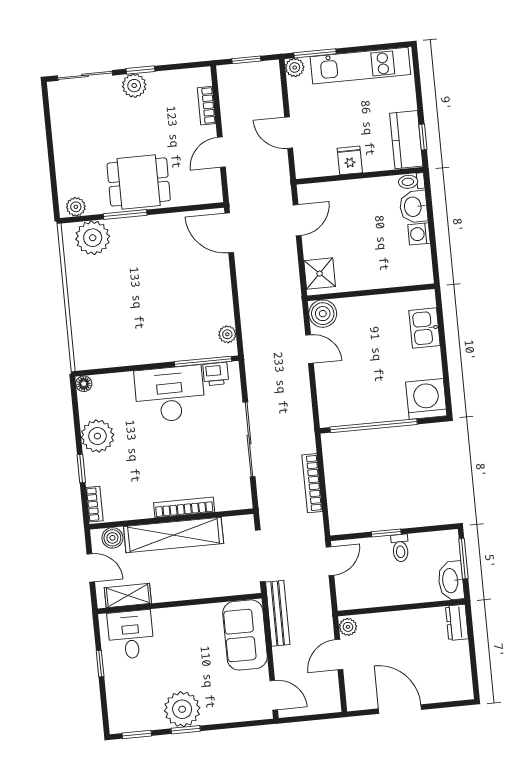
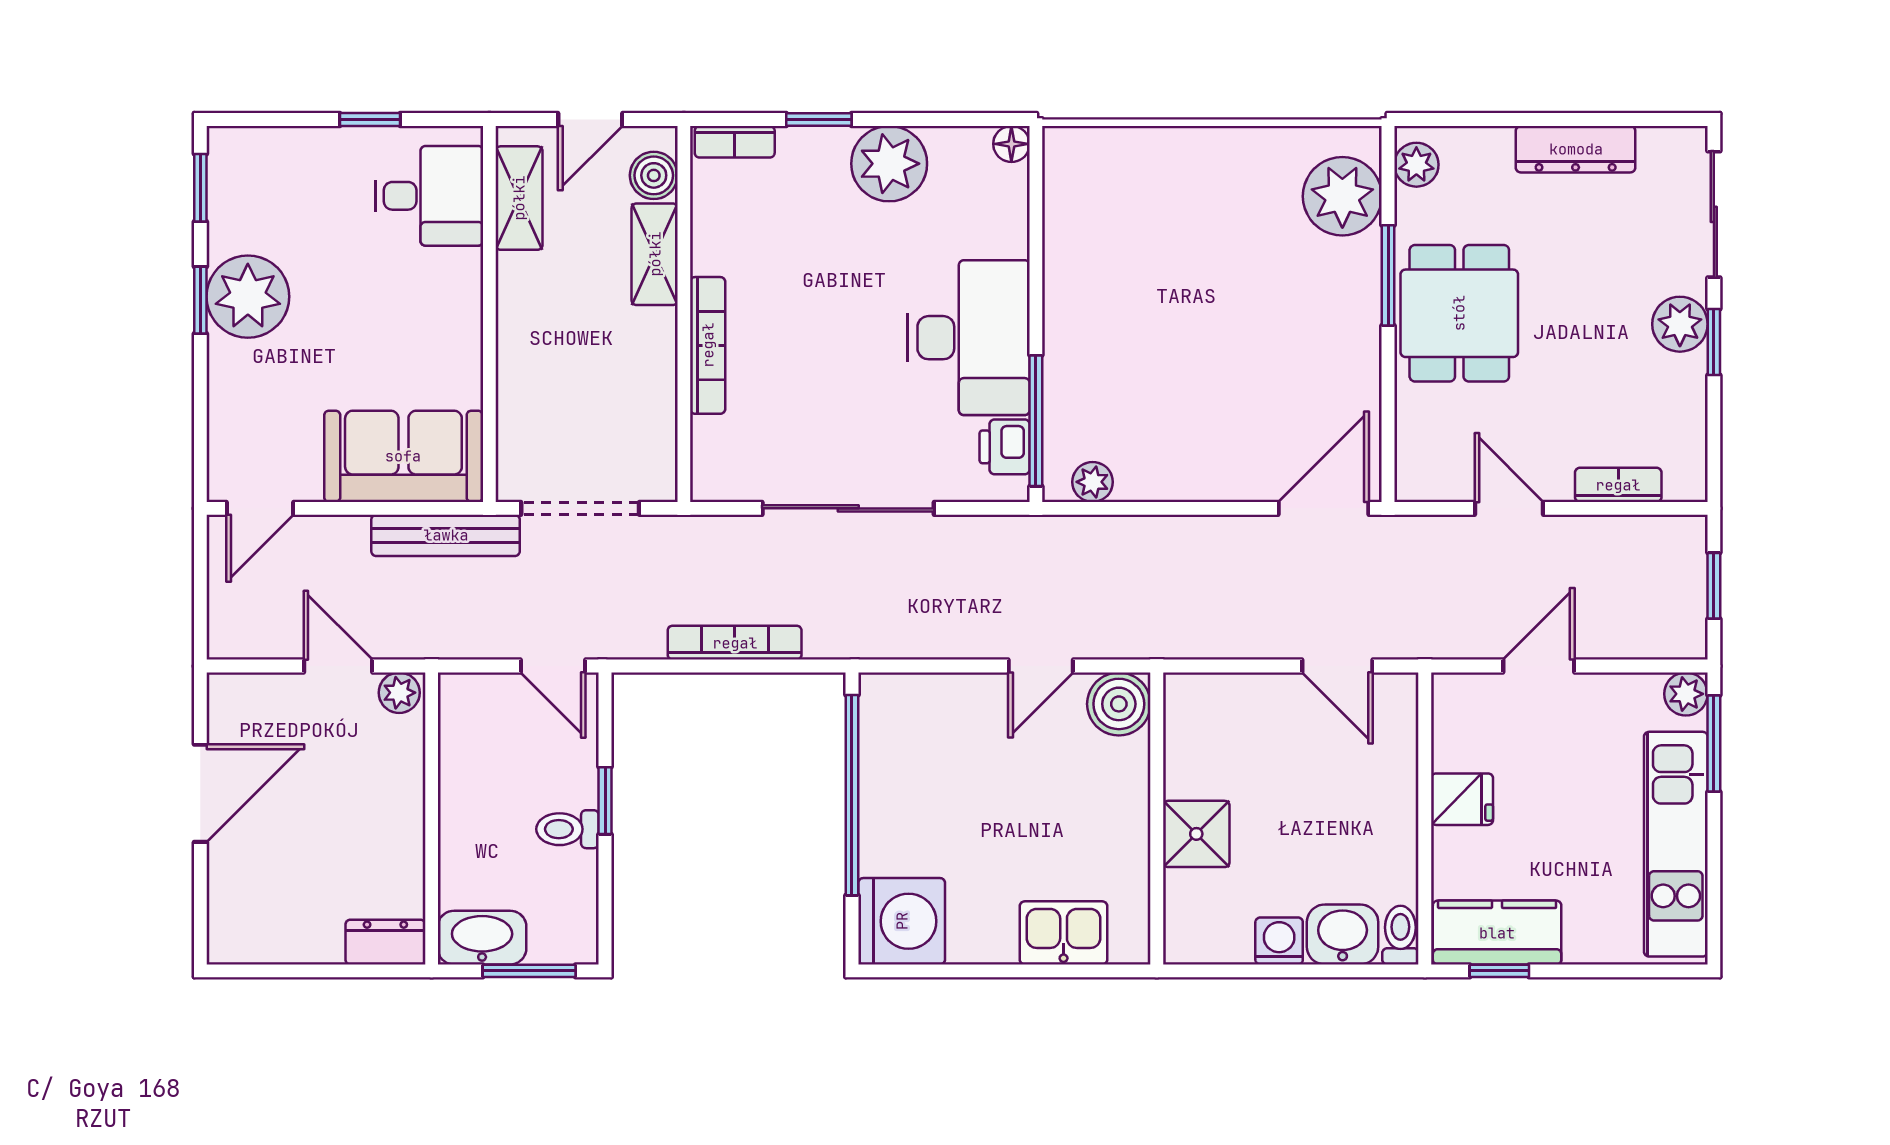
dresser: (62, 138) -> (1576, 149), added
shower: (320, 274) -> (1196, 834), moved
shelving: (174, 535) -> (655, 254), width x0.45, depth x0.75

